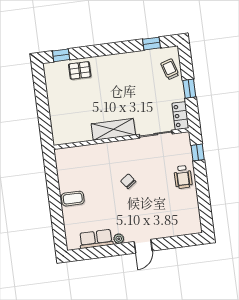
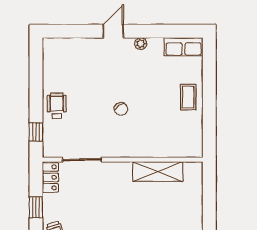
shelving: (113, 129) -> (158, 172), moved
coffee table: (73, 199) -> (188, 97), turned 90
row of seats: (96, 239) -> (184, 47), moved

